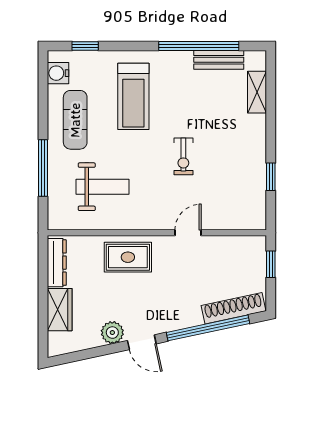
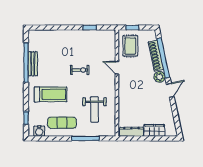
bench: (219, 60) -> (33, 64), moved
shelving: (257, 92) -> (49, 34), removed
weight bench: (102, 187) -> (95, 109), turned 180
rug: (128, 257) -> (130, 46), moved
shoe rack: (233, 308) -> (156, 56), moved
plant: (112, 333) -> (160, 77), moved

